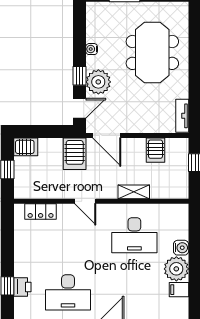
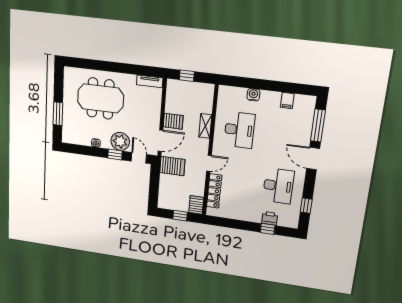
server rack: (26, 147) -> (196, 205), moved
server rack: (155, 150) -> (173, 121), moved
locker: (41, 212) -> (214, 191), width x1.53
plant: (176, 269) -> (270, 101), removed

